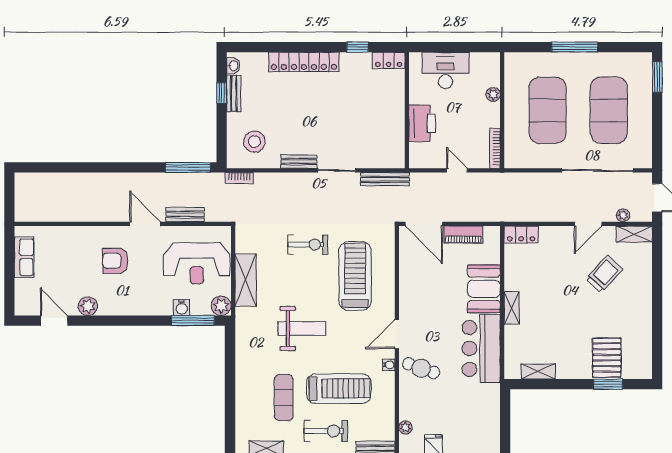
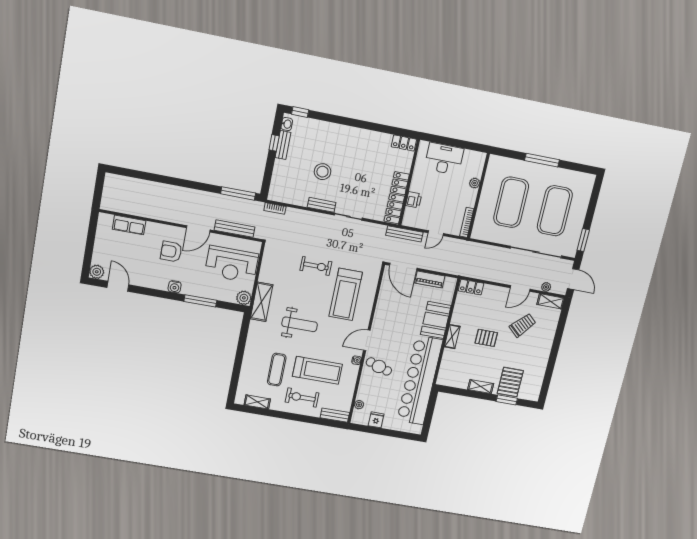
window: (357, 47) -> (300, 112), moved
locker: (304, 62) -> (397, 198), moved, turned 90
window: (657, 77) -> (583, 240), moved
printer: (422, 123) -> (414, 200), width x0.53, depth x0.68
stool: (254, 142) -> (322, 172), moved
door: (457, 170) -> (436, 233), swing flipped
bench: (385, 179) -> (404, 234), moved
bench: (185, 215) -> (235, 229), width x1.36
door: (145, 224) -> (198, 229), swing flipped
row of seats: (24, 257) -> (129, 225), moved, turned 90
treadmill: (355, 276) -> (346, 294), turned 180
shelving: (246, 280) -> (262, 302), moved
pallet: (559, 301) -> (486, 338), added
plant: (88, 306) -> (97, 272), moved
water cooler: (182, 308) -> (175, 287), moved
window: (193, 321) -> (200, 301), moved
bar counter: (481, 348) -> (420, 380), width x1.86
shelving: (538, 371) -> (481, 387), moved
exercise bike: (326, 431) -> (302, 397), turned 180

